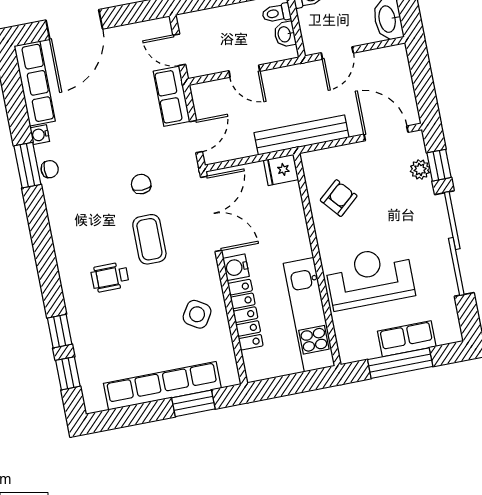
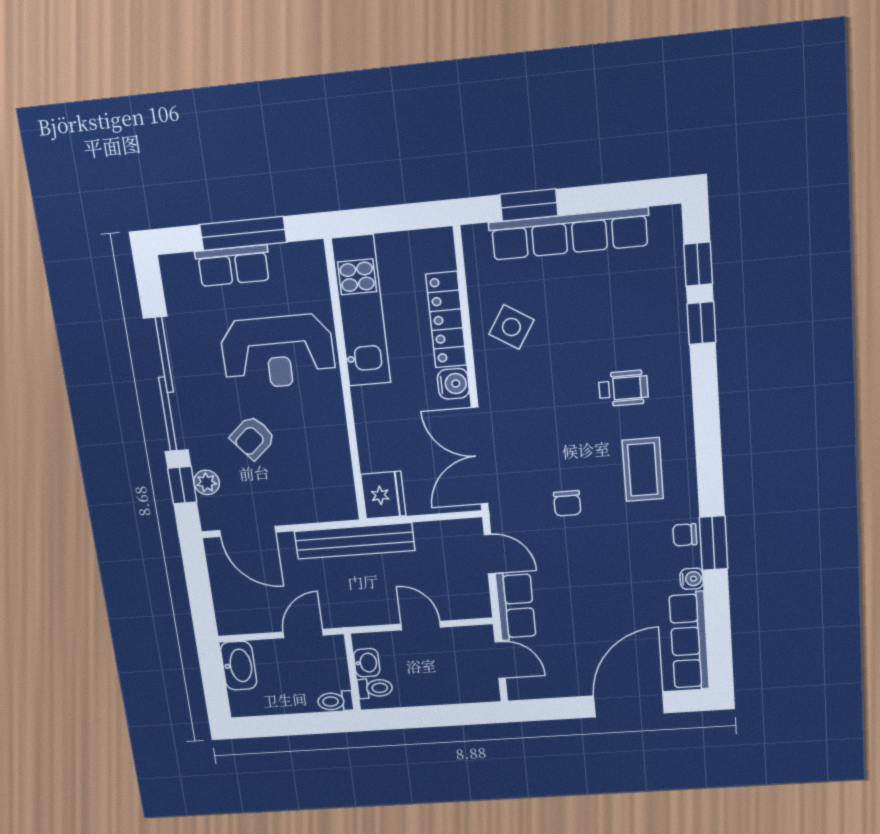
door: (196, 137) -> (490, 554), swing flipped
fridge: (281, 170) -> (383, 495), width x1.38
armchair: (339, 198) -> (253, 438), moved
coffee table: (149, 239) -> (643, 470), moved

